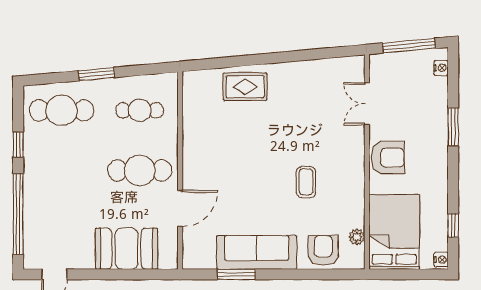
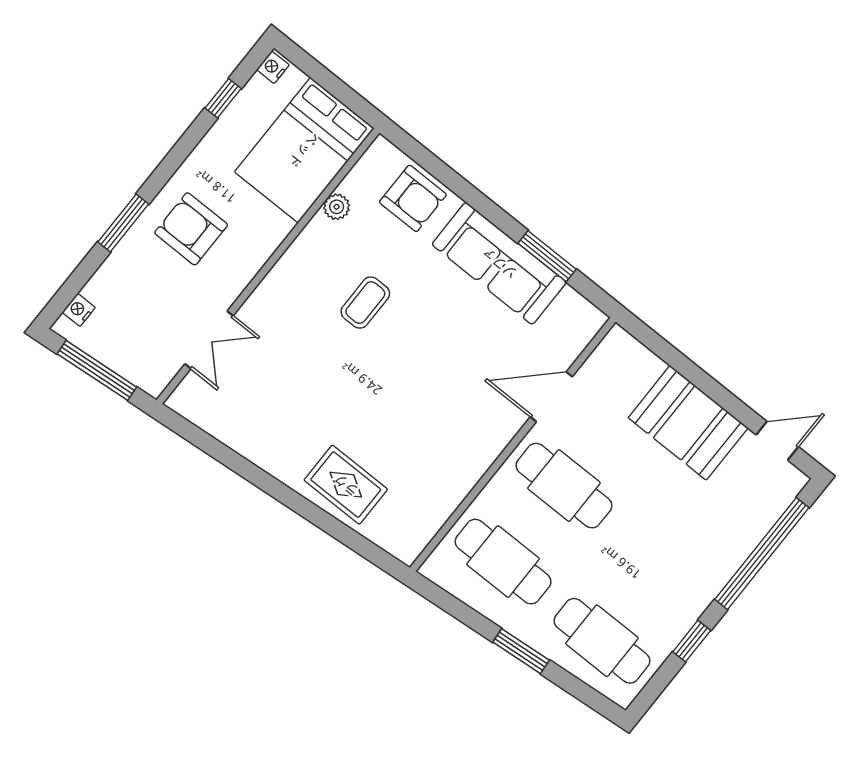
cafe table: (140, 110) -> (503, 562), width x1.37, depth x1.35
armchair: (388, 158) -> (191, 229), moved
plant: (357, 237) -> (337, 207), moved
booth: (127, 249) -> (688, 423), moved
armchair: (323, 250) -> (413, 198), turned -90

